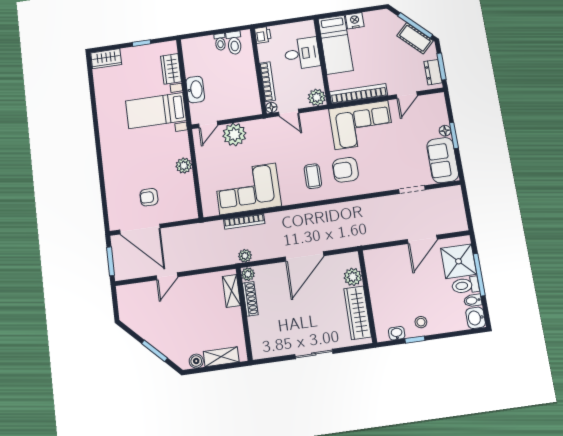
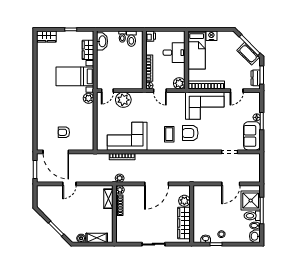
washbasin: (195, 90) -> (102, 41), moved
plant: (184, 166) -> (88, 98), moved

